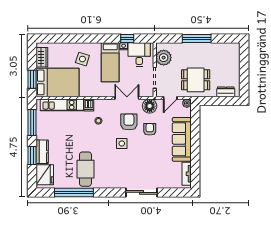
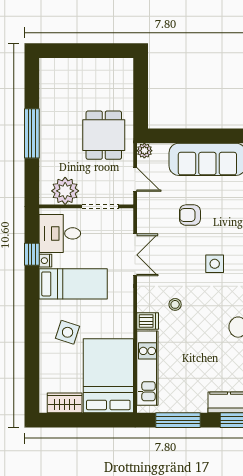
window: (32, 79) -> (103, 420), removed
dresser: (226, 92) -> (125, 83), removed
double door: (127, 98) -> (135, 255), swing flipped
floor lamp: (150, 106) -> (149, 215), removed
armchair: (129, 122) -> (177, 251), removed

